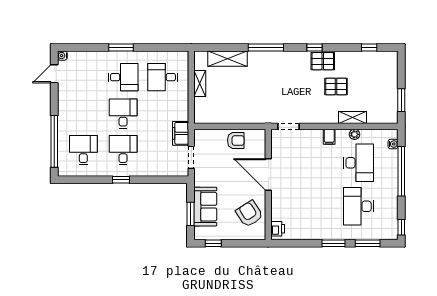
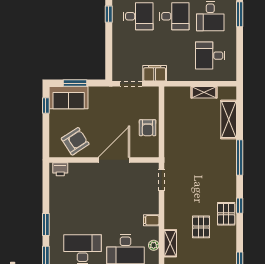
desk: (163, 77) -> (210, 56), turned -90
sofa: (205, 207) -> (69, 98), moved

